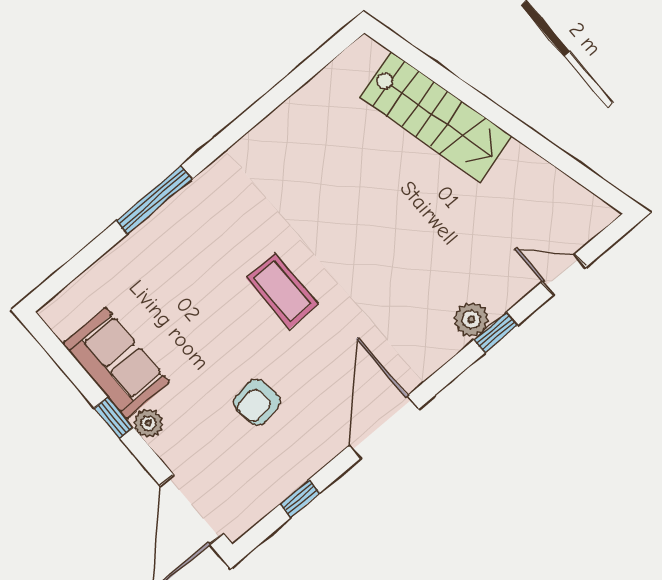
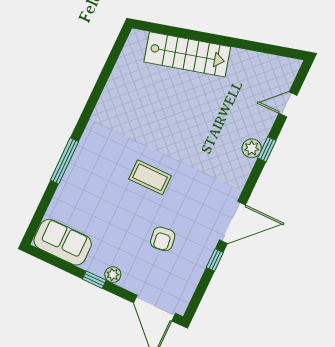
sofa: (116, 363) -> (63, 242), moved
door: (384, 427) -> (232, 222), swing flipped
window: (300, 499) -> (215, 260), moved

